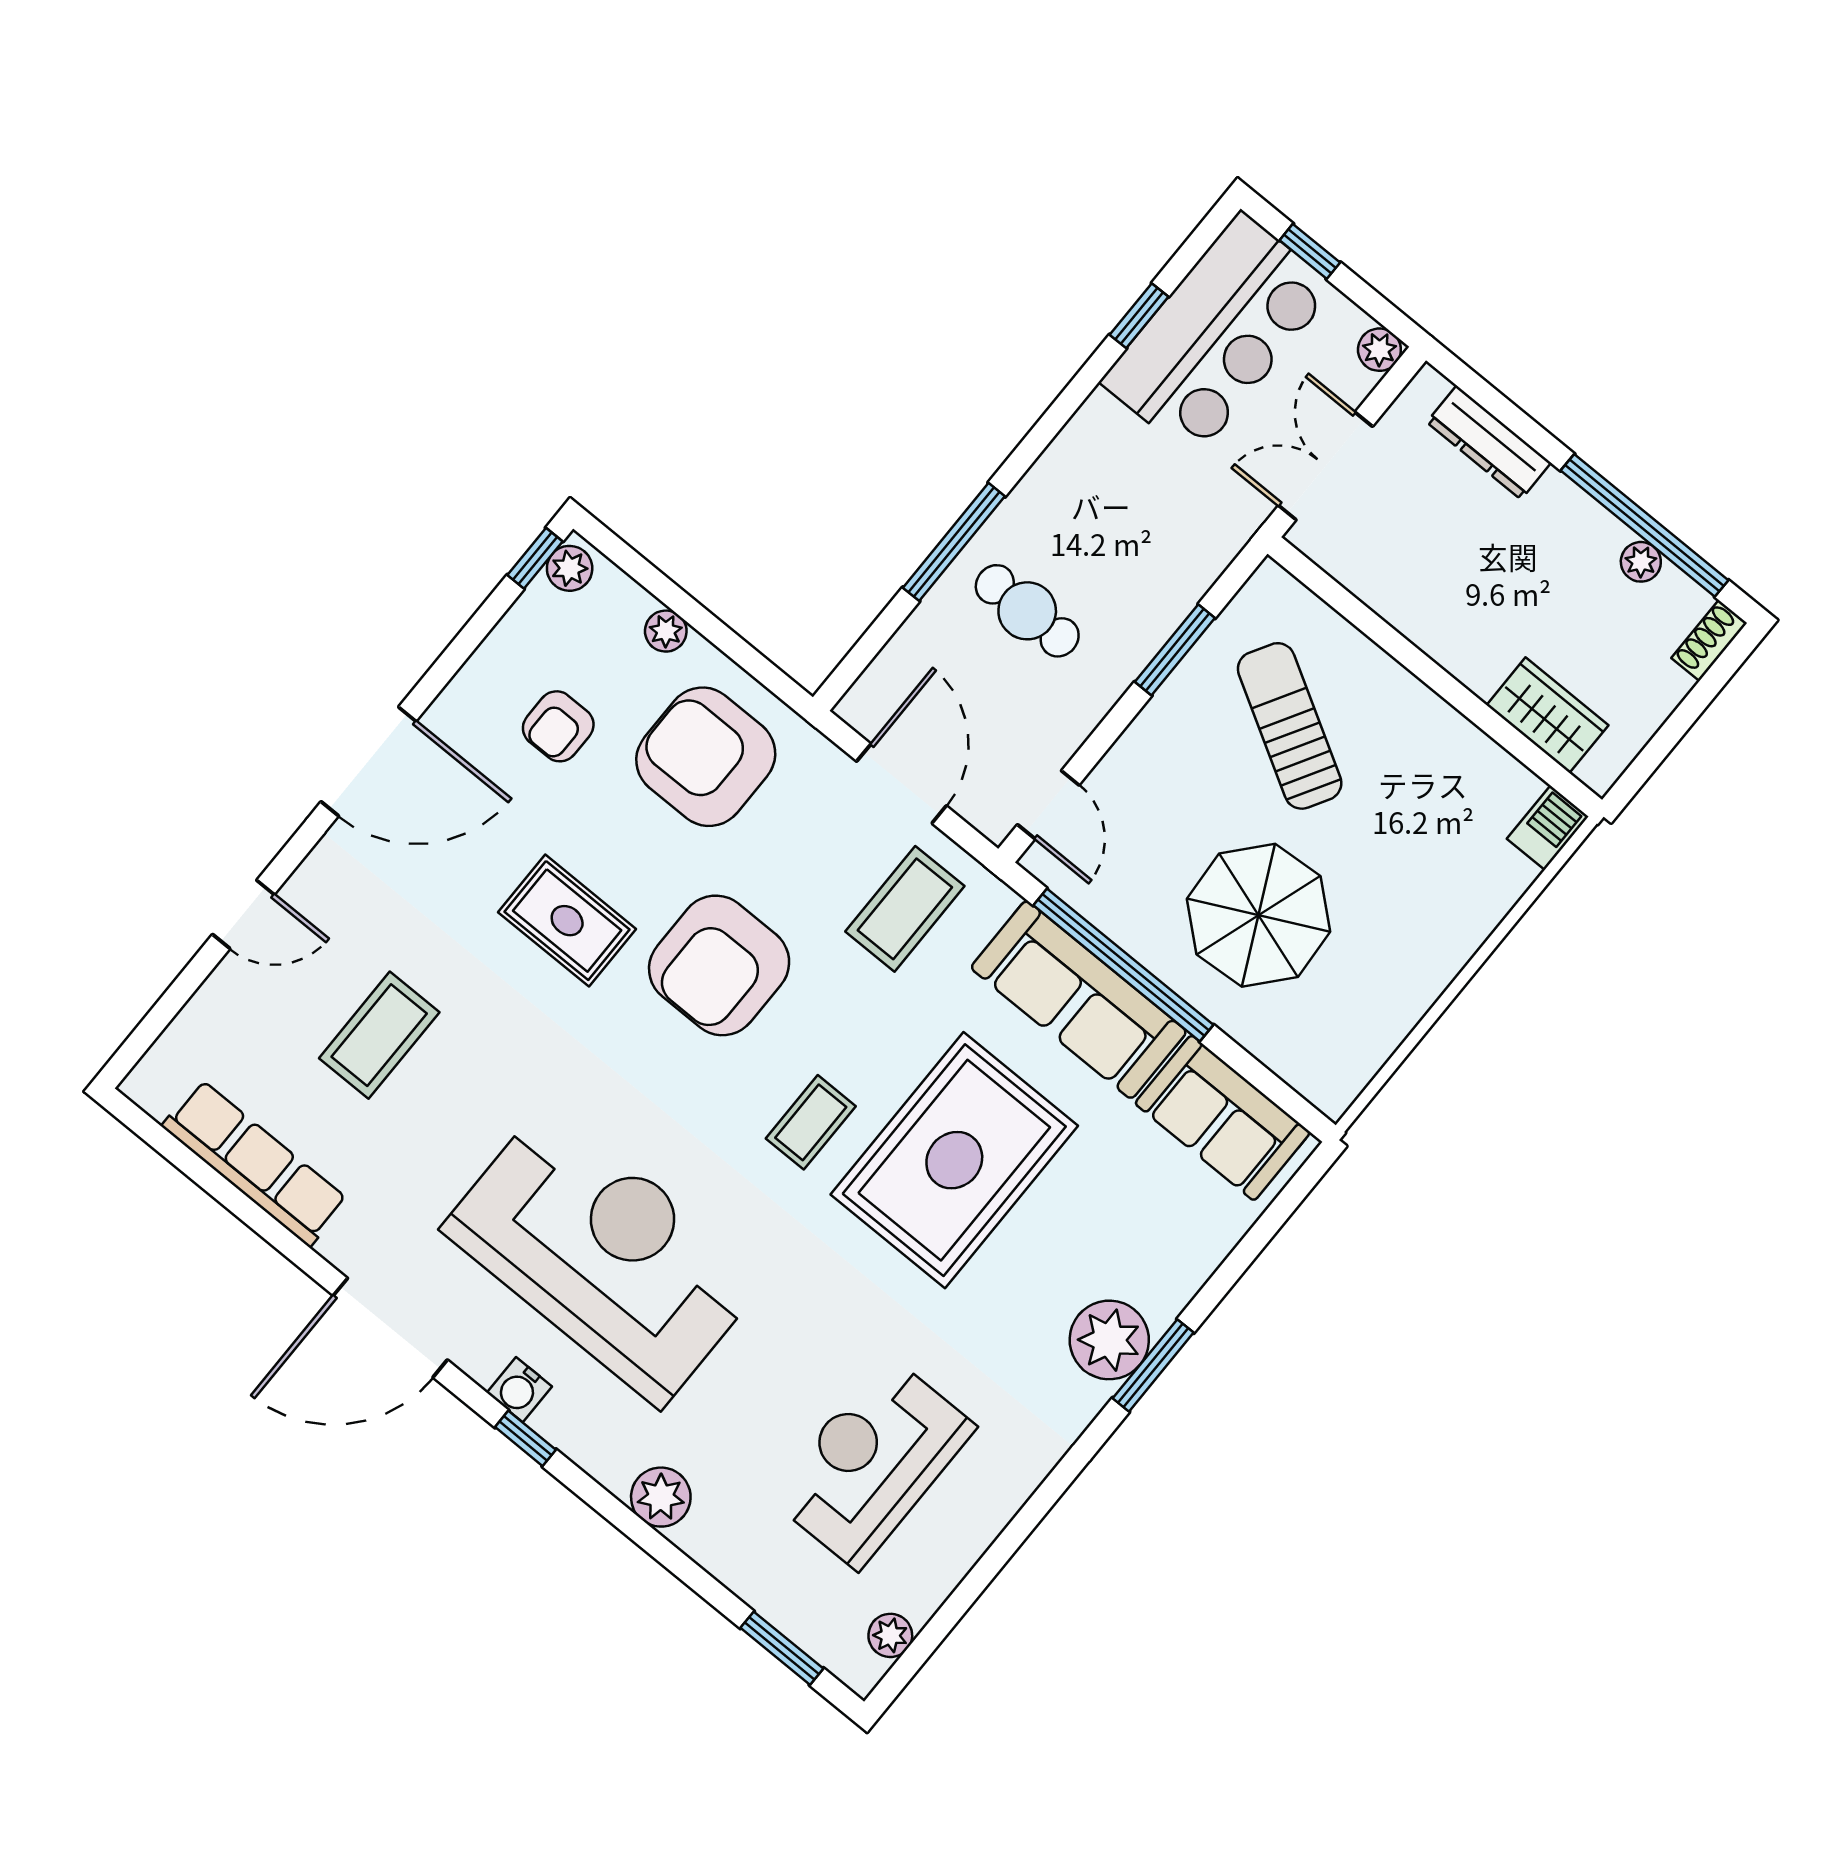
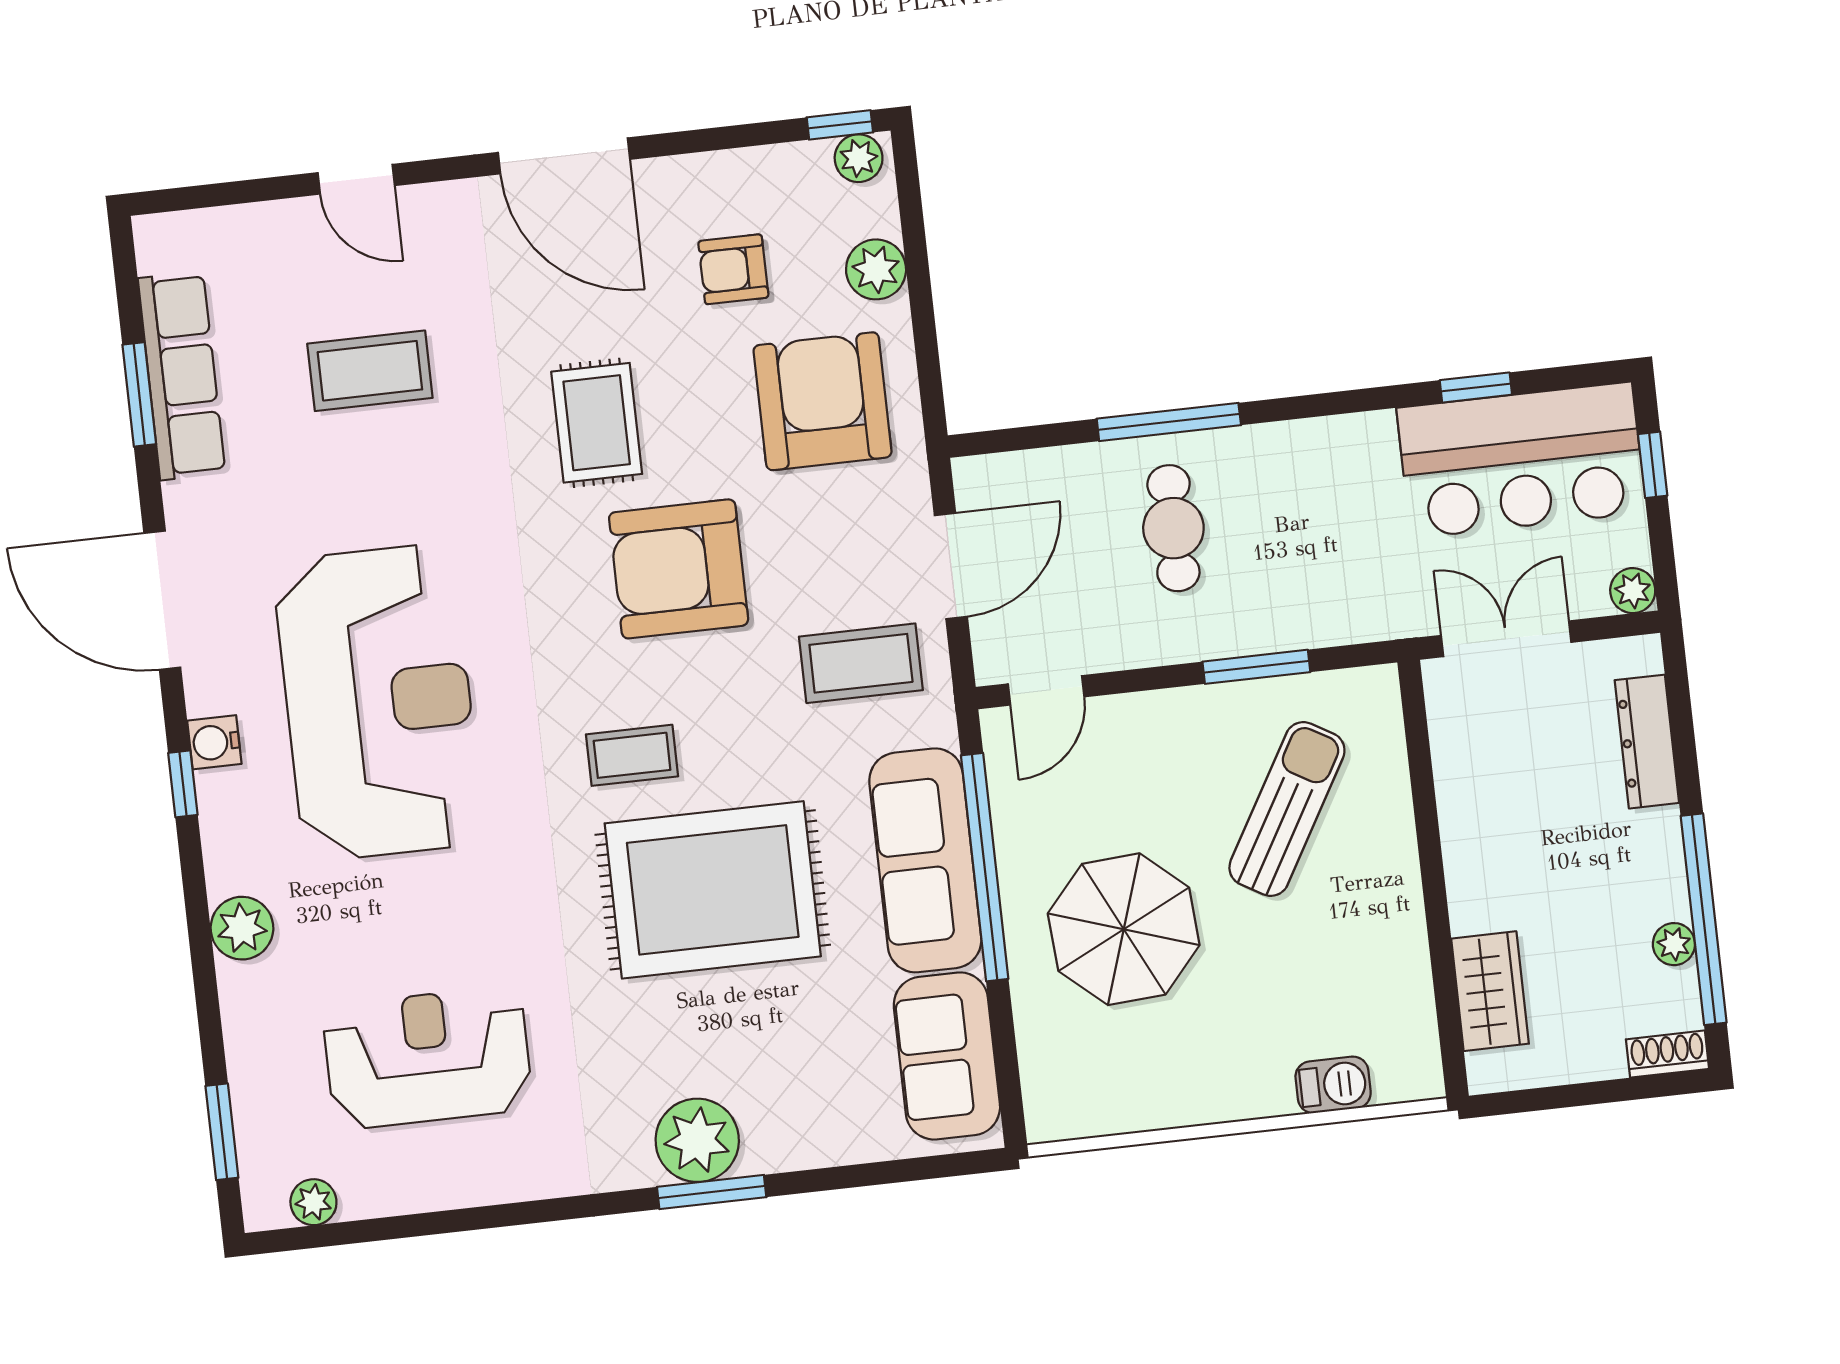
plant: (666, 631) -> (876, 269), width x1.38, depth x1.38
barbecue: (1548, 828) -> (1333, 1085), moved
window: (239, 1204) -> (139, 394), added

